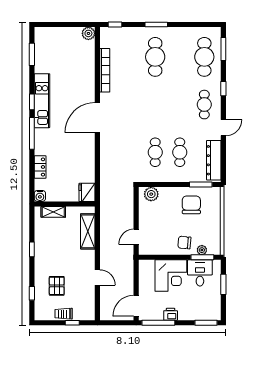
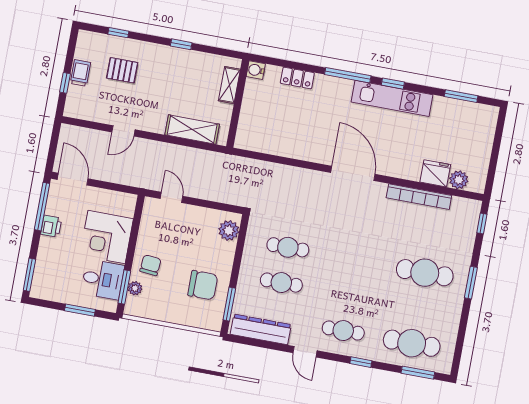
plant: (88, 33) -> (459, 180), moved
fridge: (87, 192) -> (435, 173), moved

